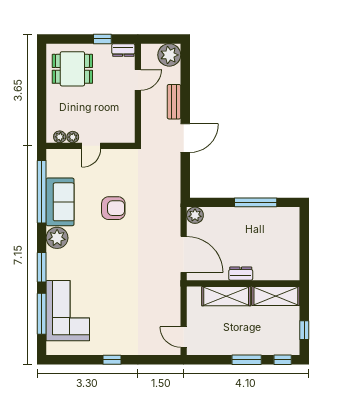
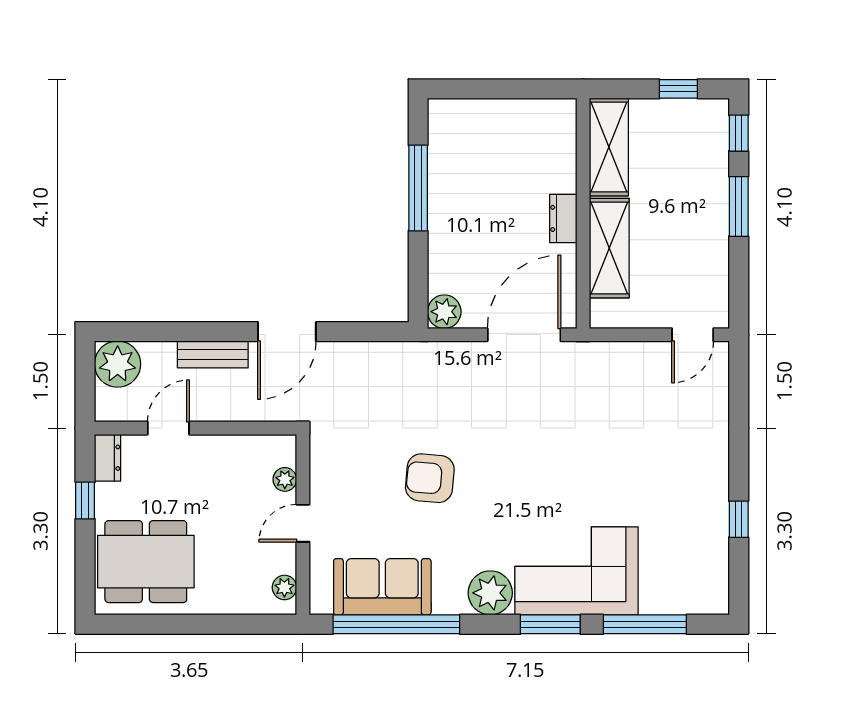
dining table: (72, 69) -> (146, 562), width x1.38
door: (138, 80) -> (168, 428), hinge flipped
plant: (73, 137) -> (285, 479), moved
door: (185, 138) -> (287, 332), swing flipped
door: (91, 146) -> (303, 523), swing flipped
sofa: (60, 202) -> (382, 587), moved
armchair: (113, 208) -> (430, 478), turned -85
corner sofa: (68, 311) -> (576, 571), moved
window: (112, 360) -> (739, 519), moved

